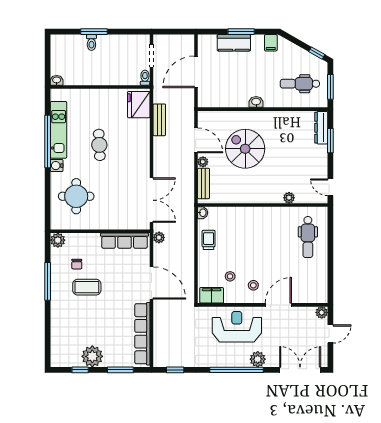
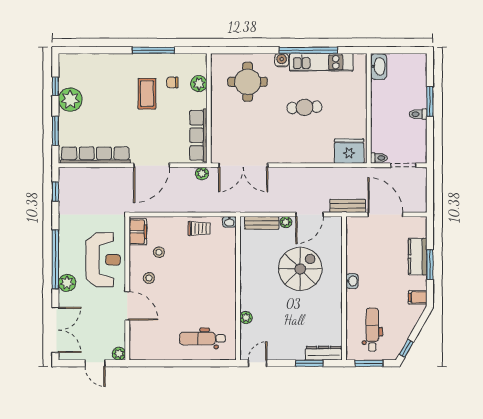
toilet: (91, 42) -> (418, 114), moved
washbasin: (57, 80) -> (379, 66), width x1.91, depth x1.45
bench: (159, 120) -> (348, 206), moved
plant: (58, 240) -> (199, 84), moved

